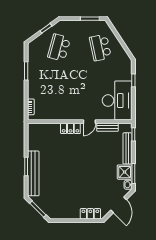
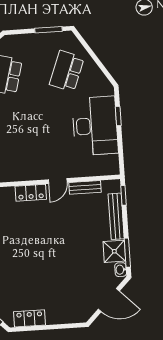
school desk: (100, 48) -> (67, 71), turned 33
desk: (117, 101) -> (95, 126), moved
door: (119, 205) -> (109, 300), hinge flipped
locker: (90, 214) -> (29, 318), moved

